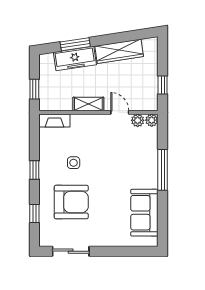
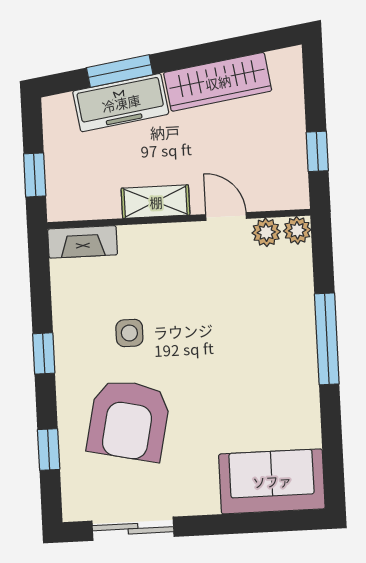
armchair: (71, 202) -> (129, 420), turned 102
sofa: (144, 213) -> (272, 481), moved, turned 90

